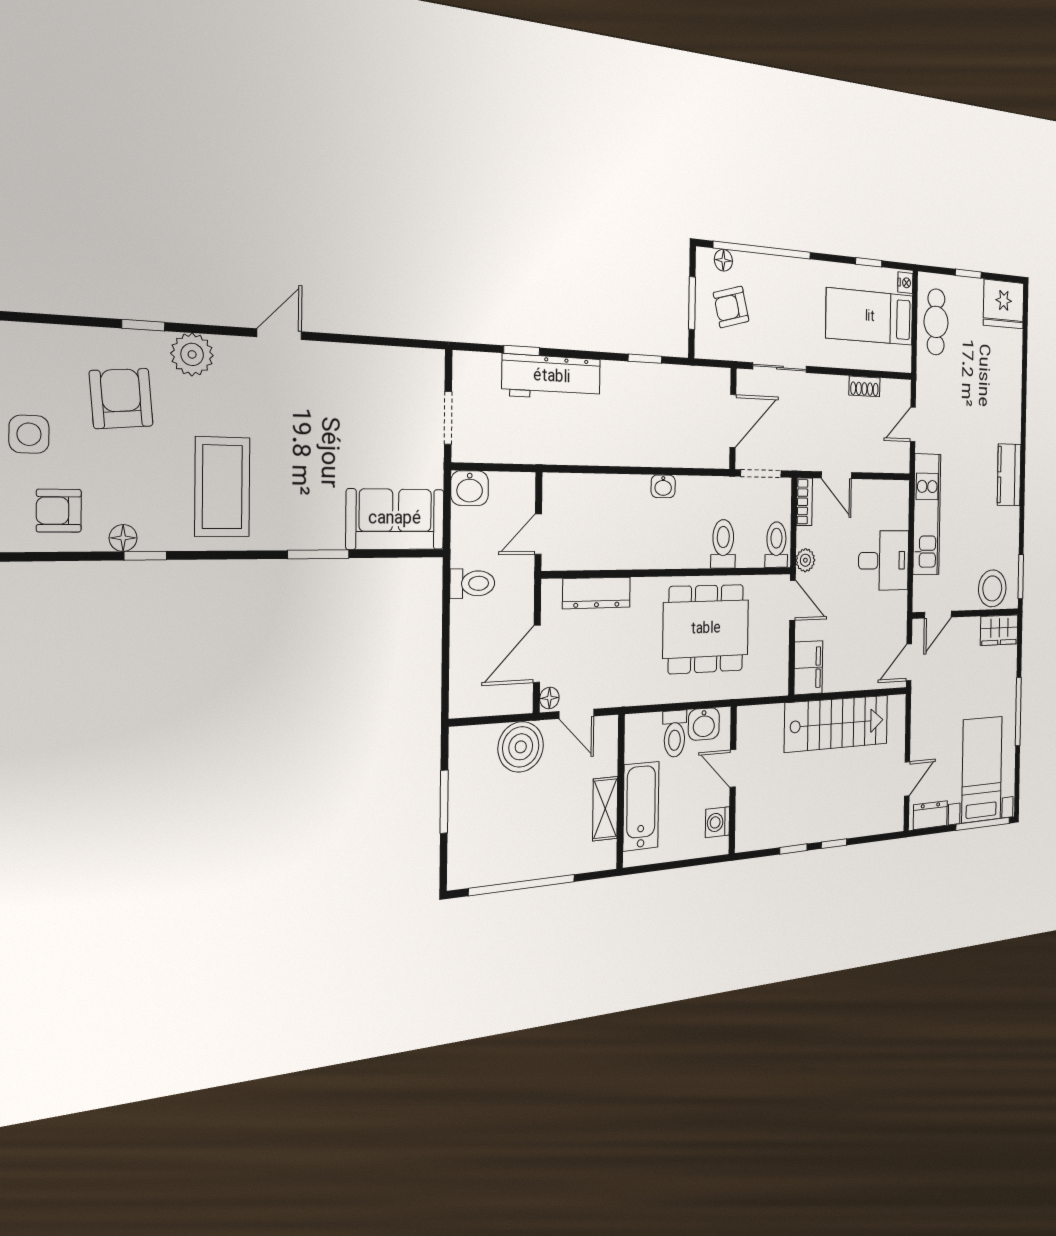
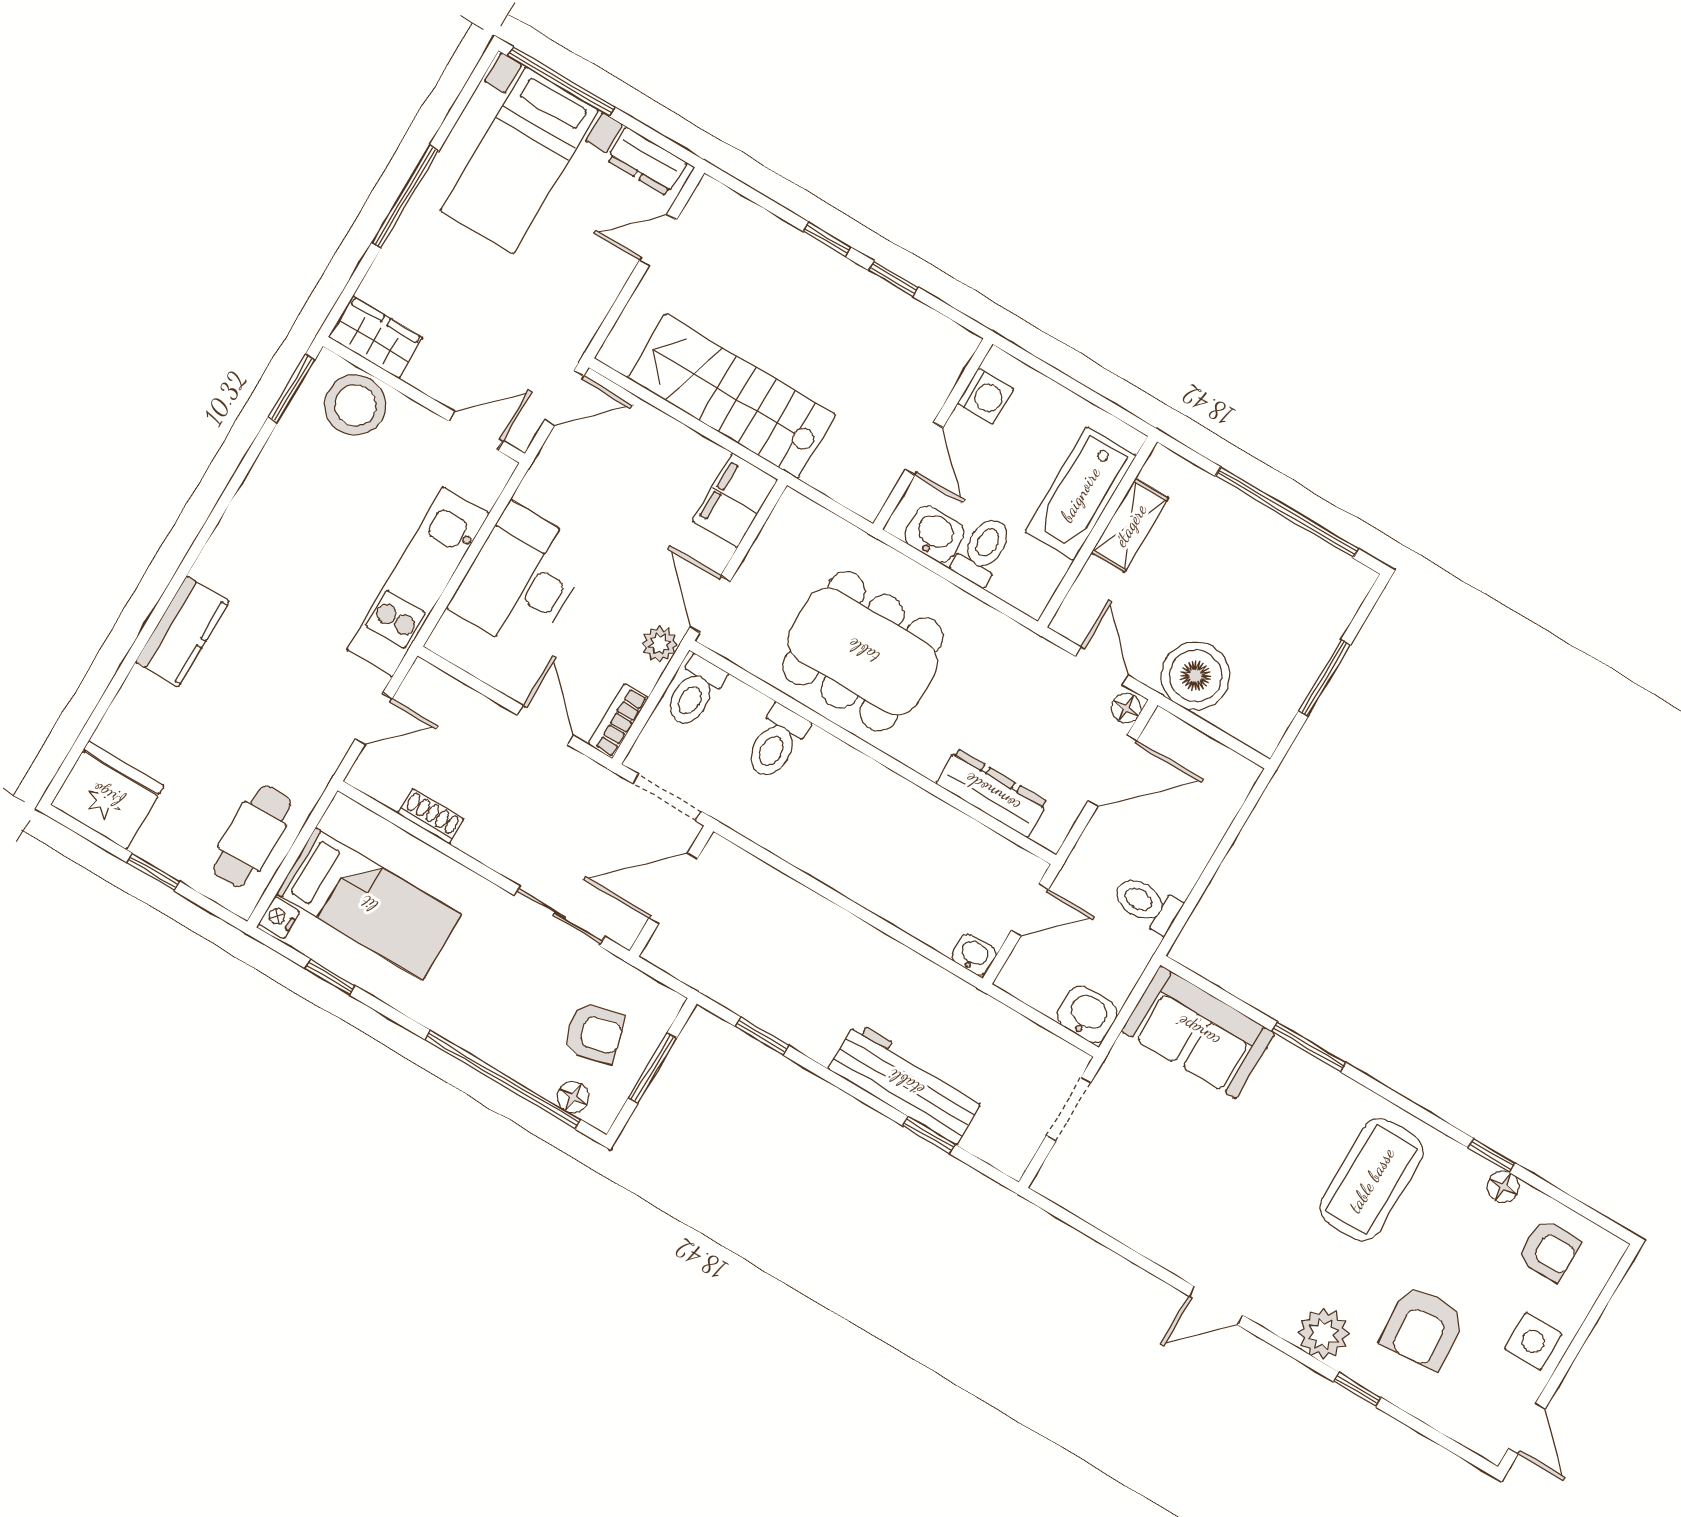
kitchen counter: (1009, 475) -> (182, 632), moved
washbasin: (663, 486) -> (974, 955), moved
desk: (884, 561) -> (521, 579), width x1.37

